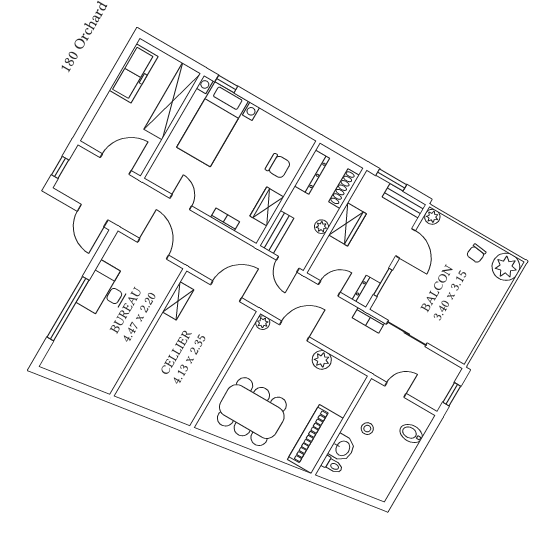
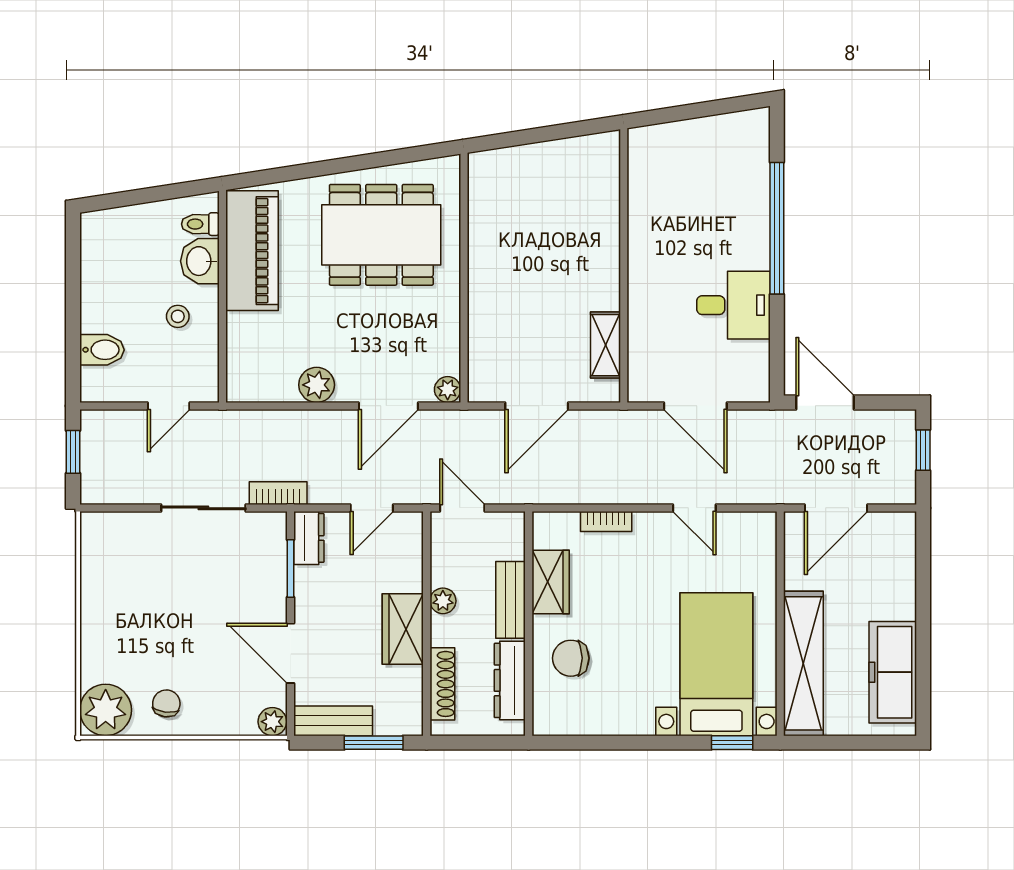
bench: (277, 232) -> (511, 600), moved
desk: (105, 291) -> (733, 305), width x0.73

